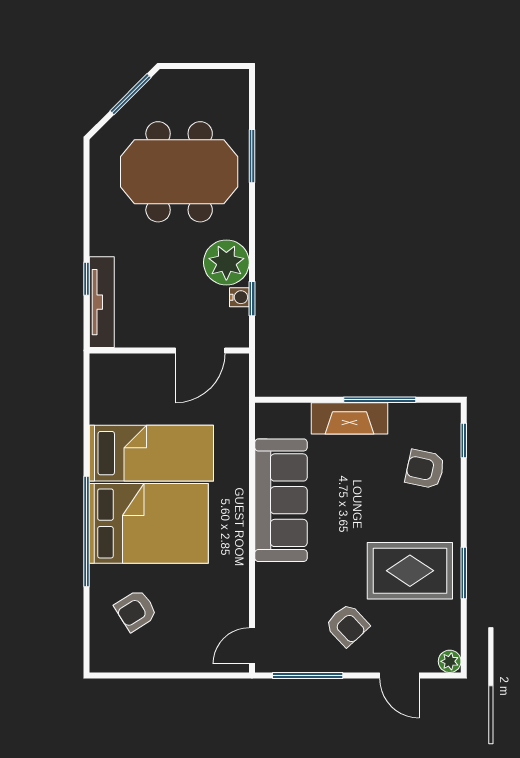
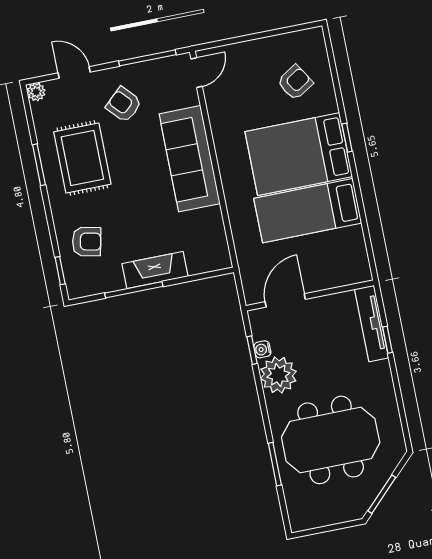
sofa: (281, 500) -> (190, 159), moved
window: (87, 532) -> (347, 138), width x0.32
rug: (410, 571) -> (82, 158), turned 90

